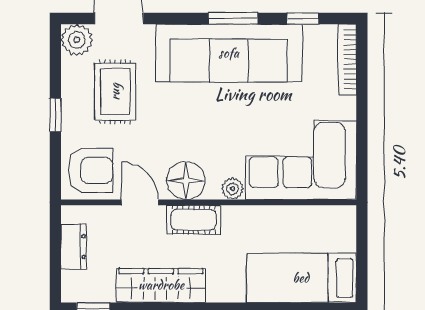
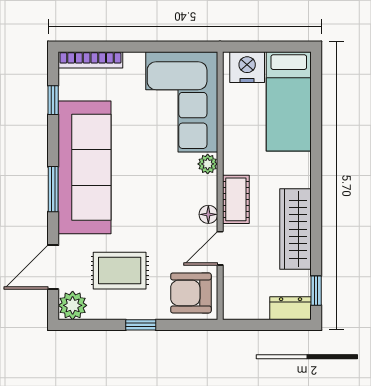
window: (233, 18) -> (53, 189), moved
armchair: (90, 170) -> (191, 293), turned -90
floor lamp: (186, 180) -> (208, 214), width x0.53, depth x0.53
nightstand: (339, 232) -> (247, 67), added
dresser: (74, 247) -> (291, 308), moved

